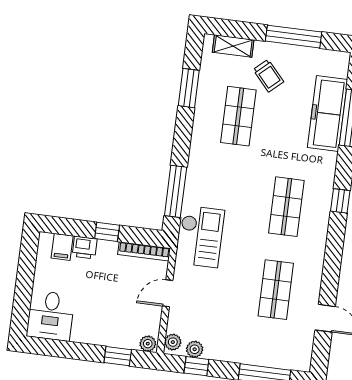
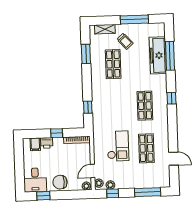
window: (176, 191) -> (88, 107), width x0.46
checkout: (201, 236) -> (118, 146), moved
door: (168, 293) -> (93, 171), moved
chair: (98, 328) -> (60, 182), added
window: (118, 356) -> (43, 196), moved

